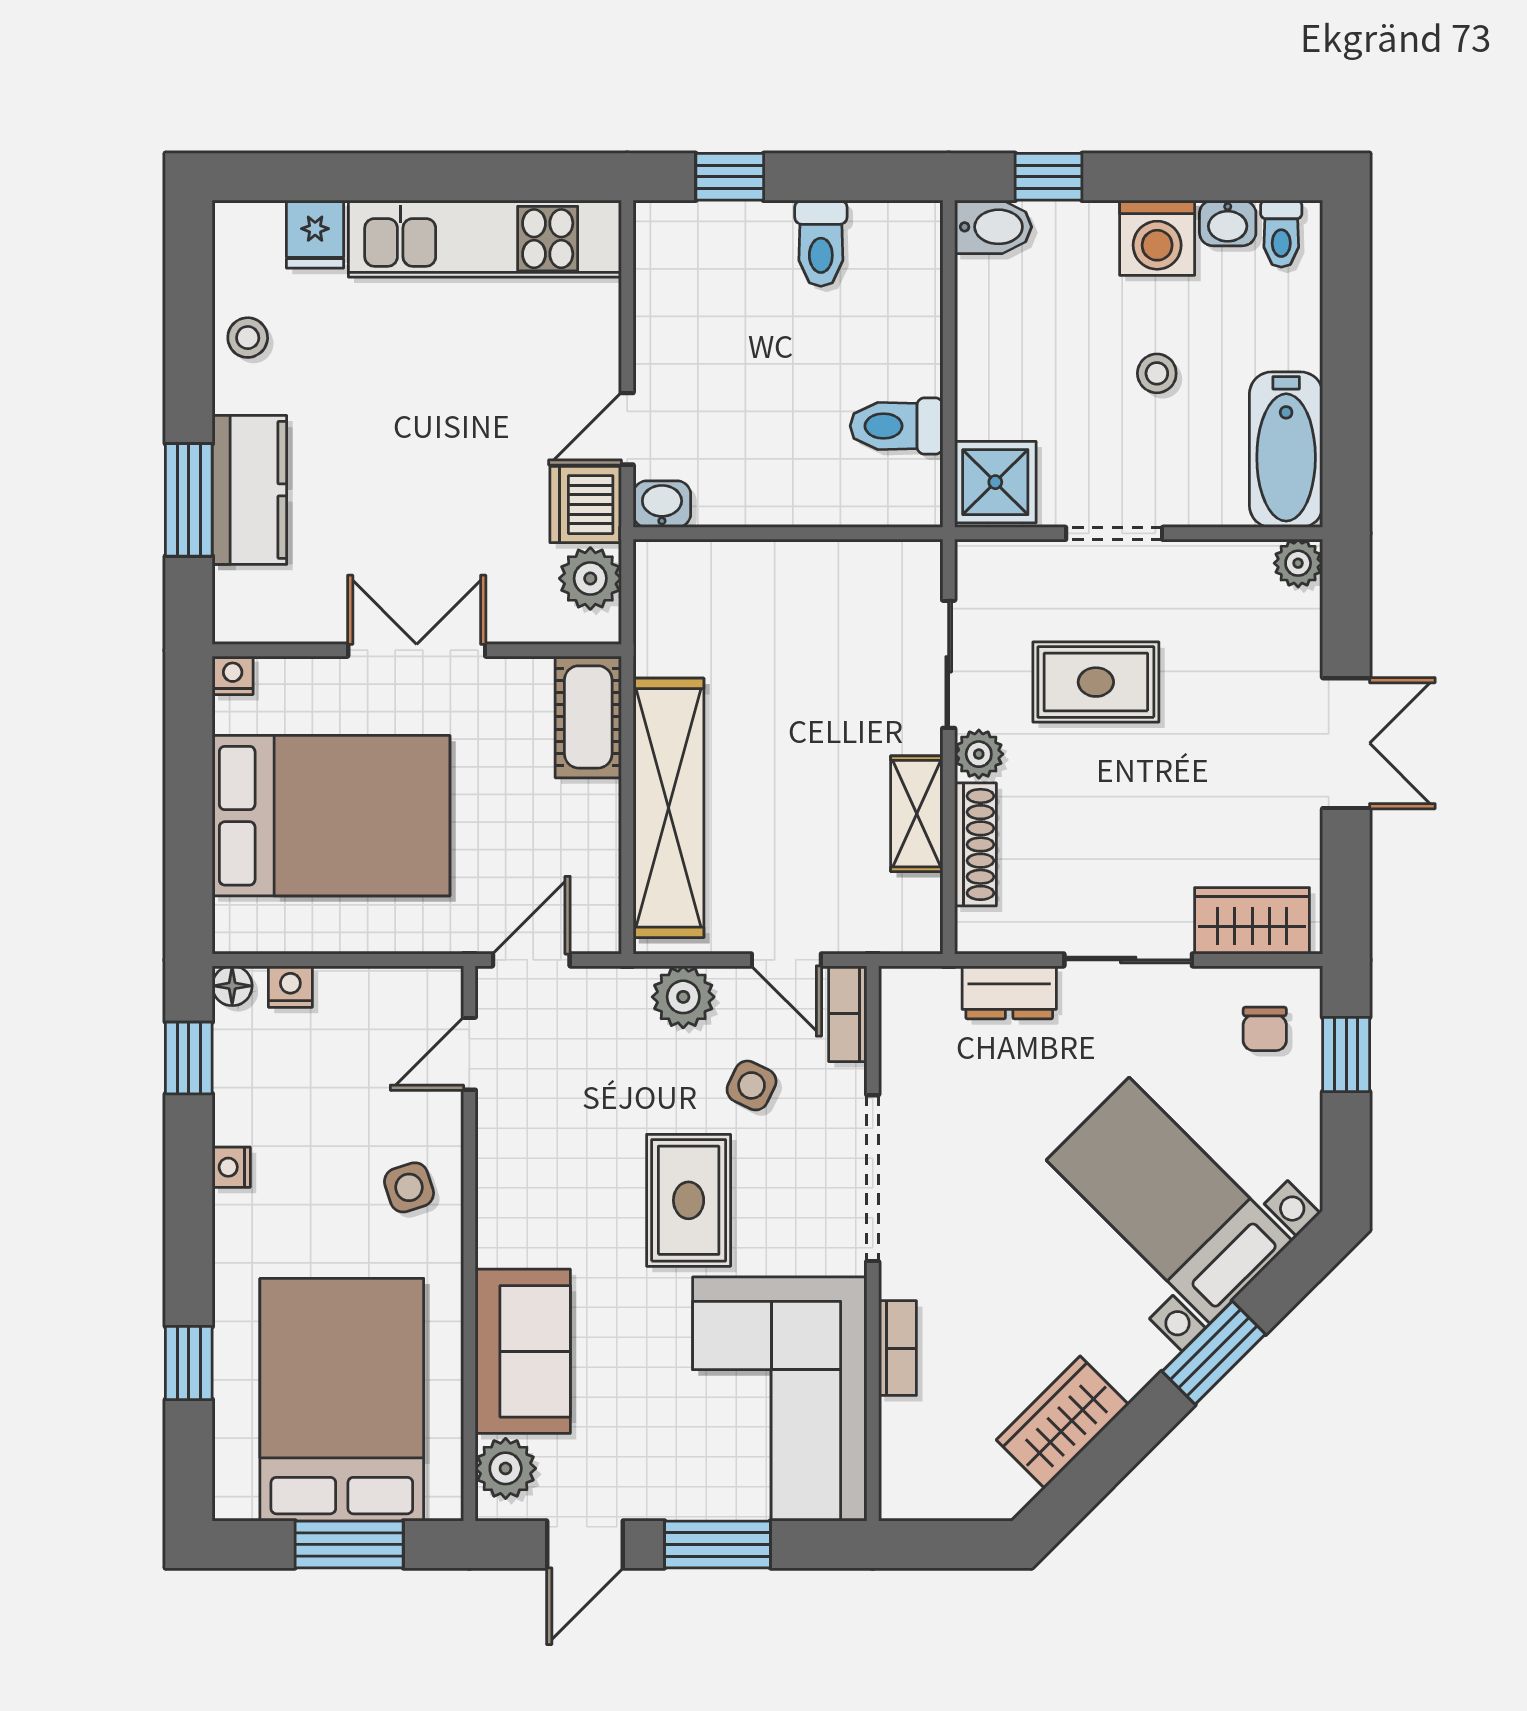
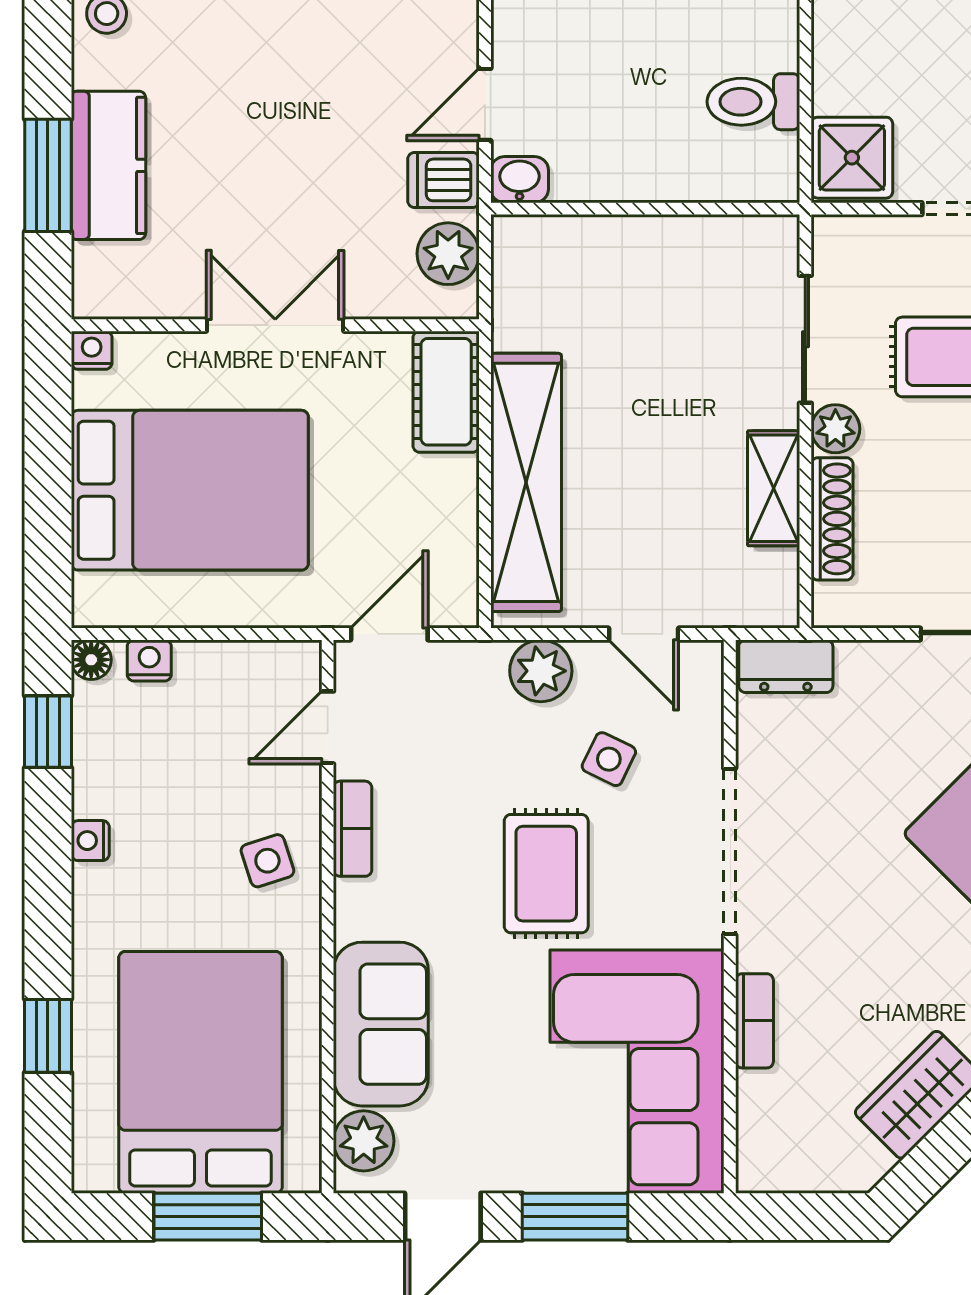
dishwasher: (586, 505) -> (444, 180), width x0.73
dresser: (1009, 992) -> (786, 666), moved
bookcase: (848, 1014) -> (353, 829), moved, turned 180

